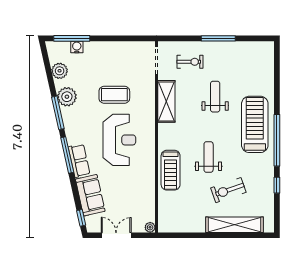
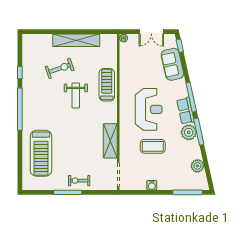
water cooler: (77, 47) -> (152, 185), moved
exercise bike: (190, 62) -> (79, 181), moved
plant: (67, 97) -> (189, 132), moved
weight bench: (215, 97) -> (70, 145), removed
treadmill: (255, 124) -> (41, 153), moved
reception desk: (119, 140) -> (149, 109), turned 180
row of seats: (79, 161) -> (186, 111), moved
shelving: (235, 225) -> (76, 40), moved

